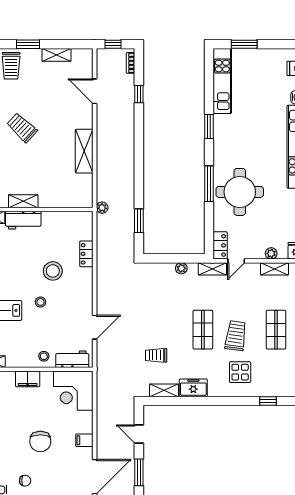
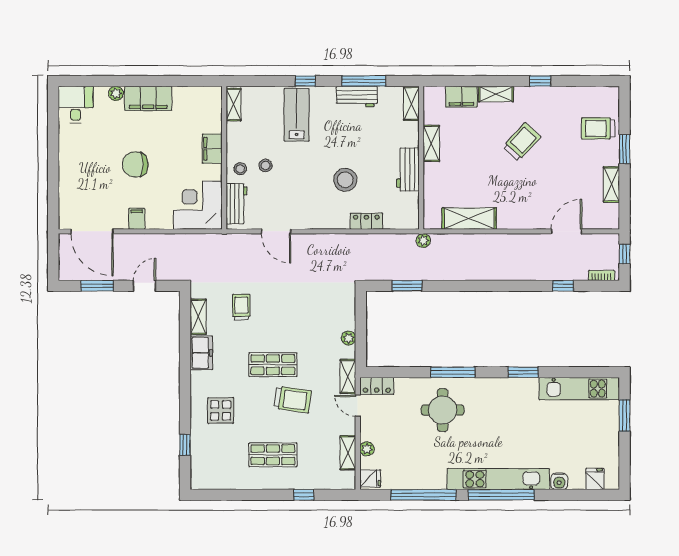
shelving: (84, 151) -> (469, 218), moved
round table: (240, 192) -> (443, 410), width x0.73, depth x0.73
workbench: (23, 220) -> (408, 169), moved
stool: (40, 302) -> (265, 166), moved
trolley: (236, 336) -> (293, 400), moved
chair: (25, 481) -> (87, 146), removed

